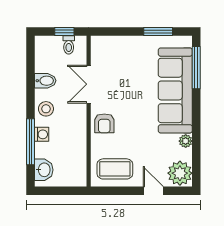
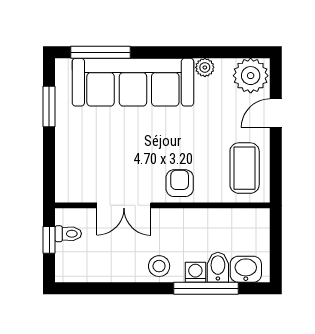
bidet: (45, 81) -> (218, 267), moved
armchair: (104, 123) -> (180, 183), turned -90

